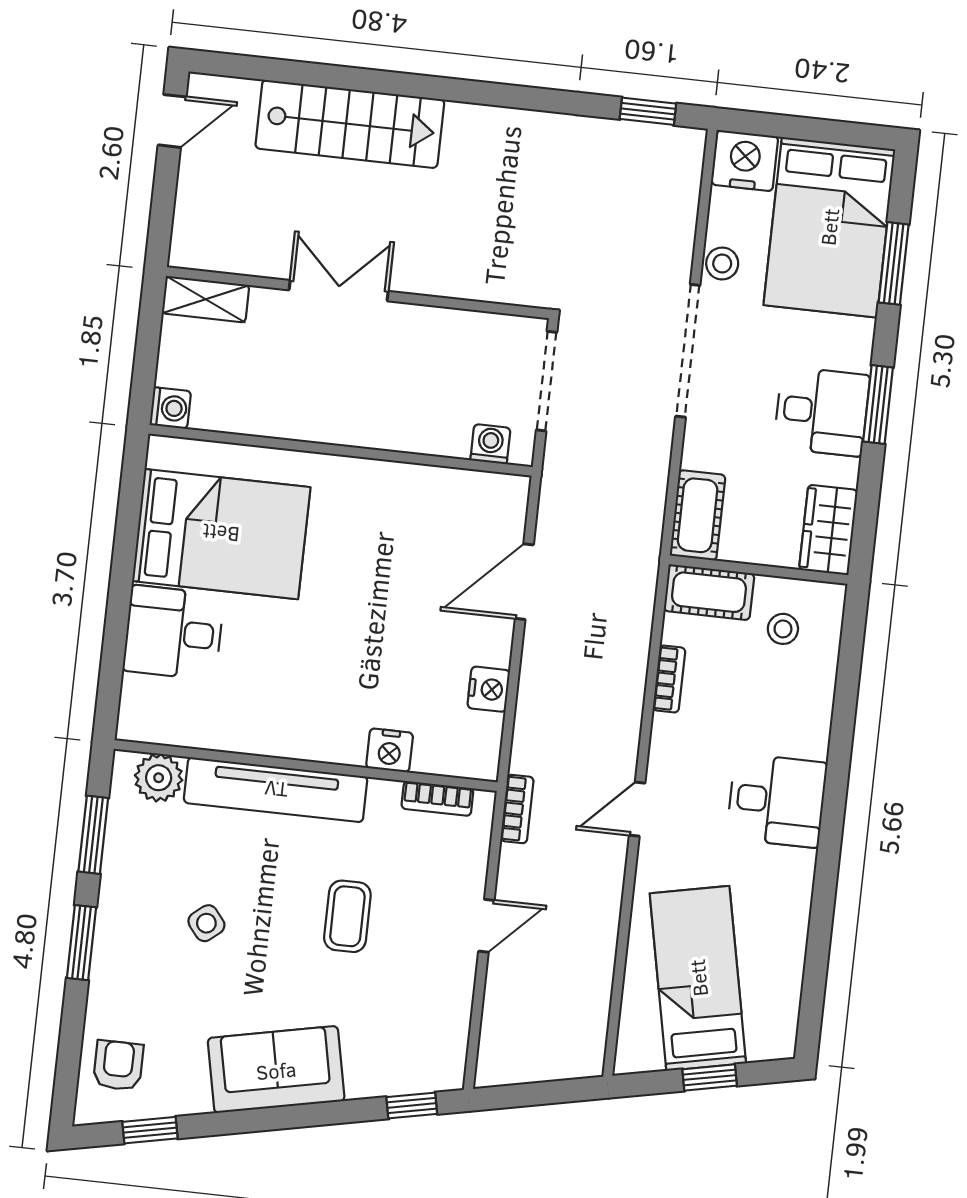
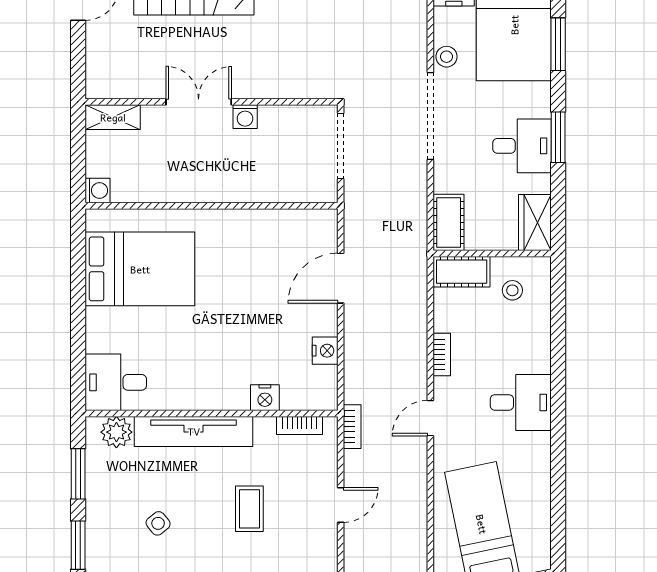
washing machine: (490, 444) -> (245, 117), moved, turned 180
desk: (173, 633) -> (116, 382), moved
bookcase: (669, 679) -> (442, 354), moved

